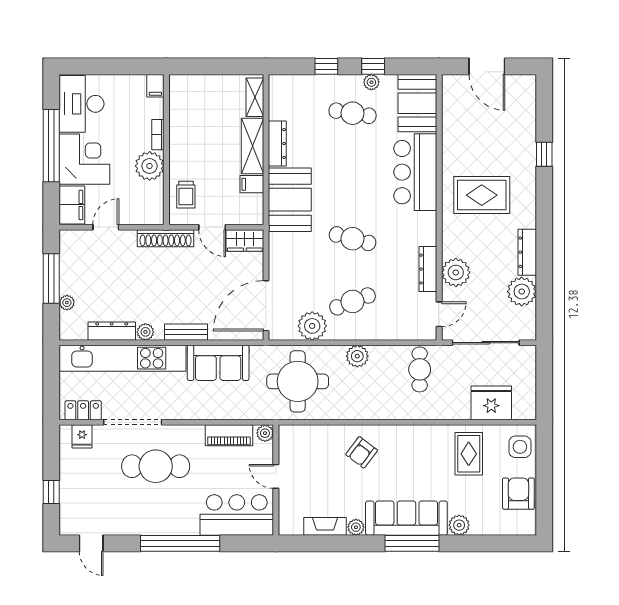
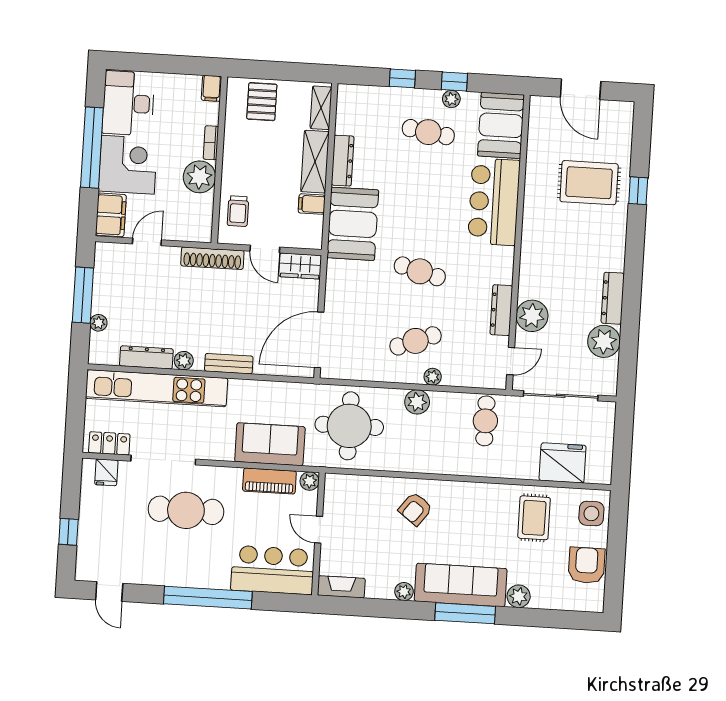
pallet: (201, 95) -> (262, 102), added
rug: (482, 195) -> (589, 183), moved
plant: (312, 326) -> (433, 377), moved, width x0.53, depth x0.53
sofa: (218, 363) -> (270, 444), moved, turned 180
fireplace: (325, 526) -> (341, 587), moved

